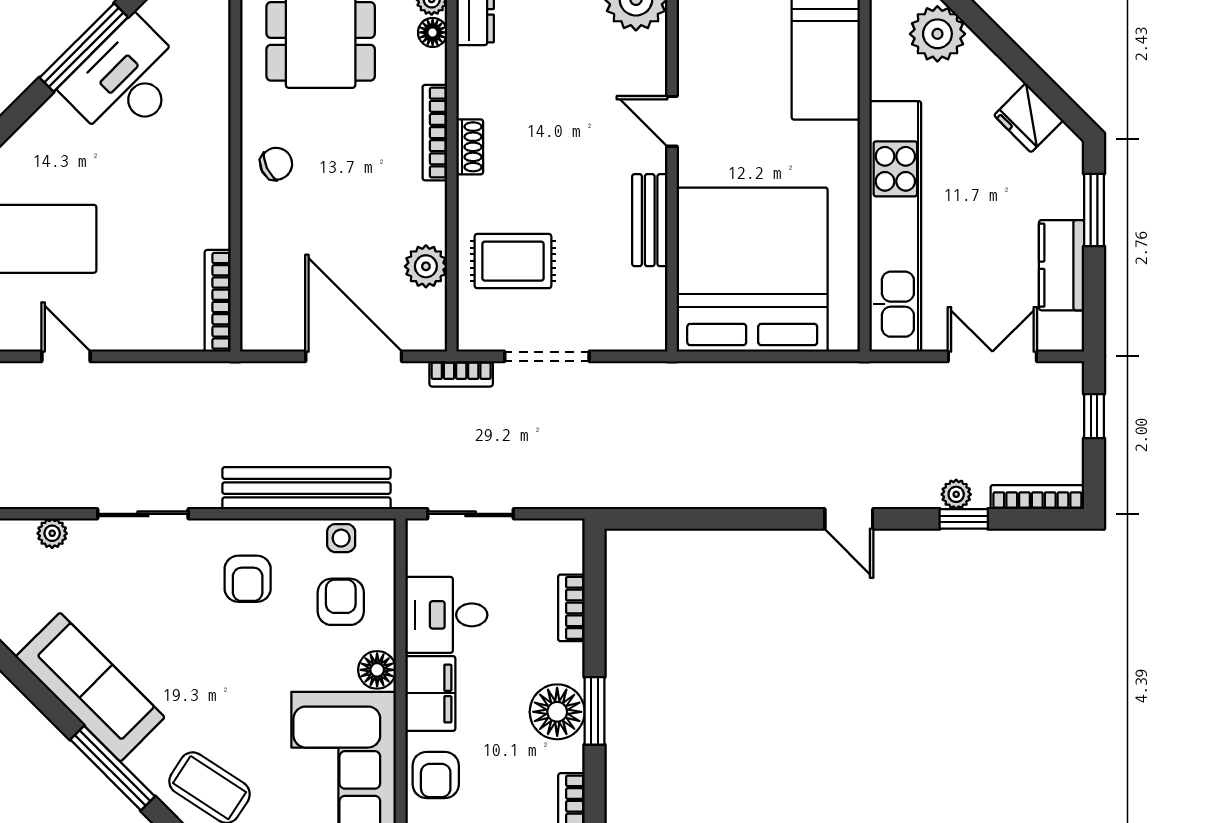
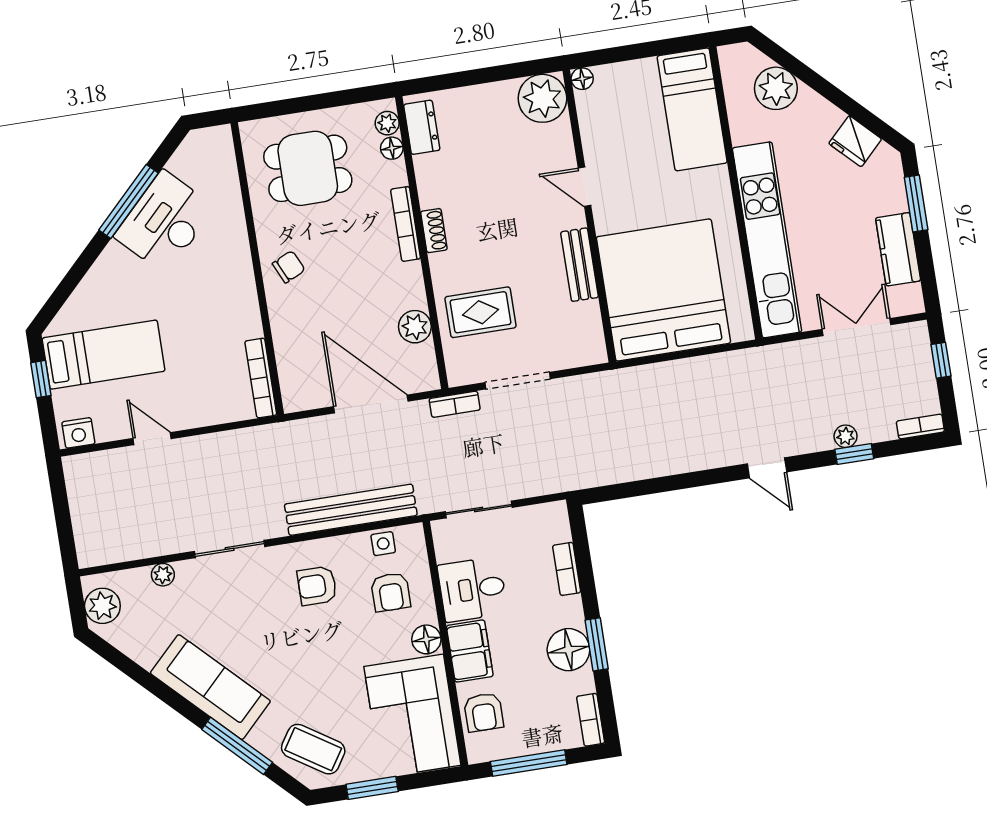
bookcase: (1037, 497) -> (920, 427), width x0.64
armchair: (248, 579) -> (317, 586), turned 90
armchair: (341, 602) -> (391, 592), turned 180

